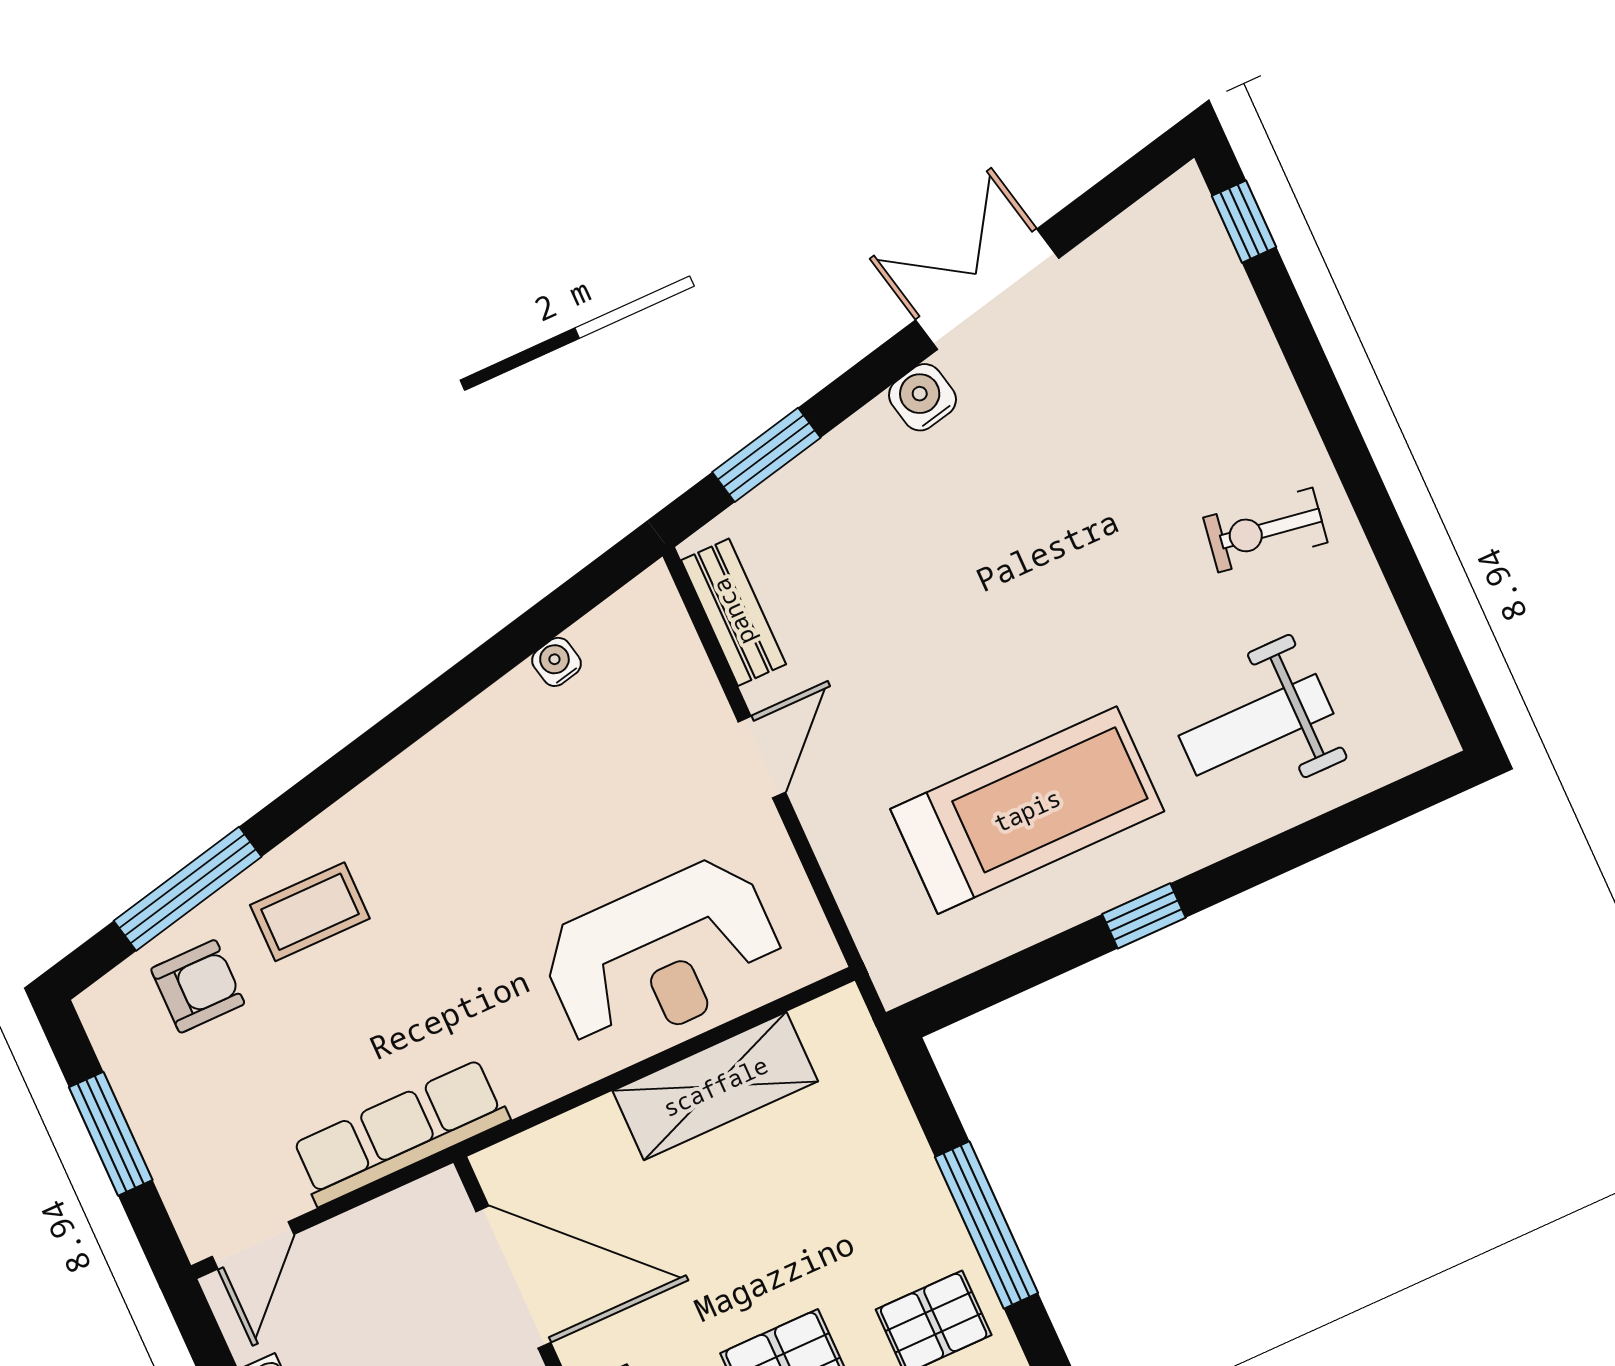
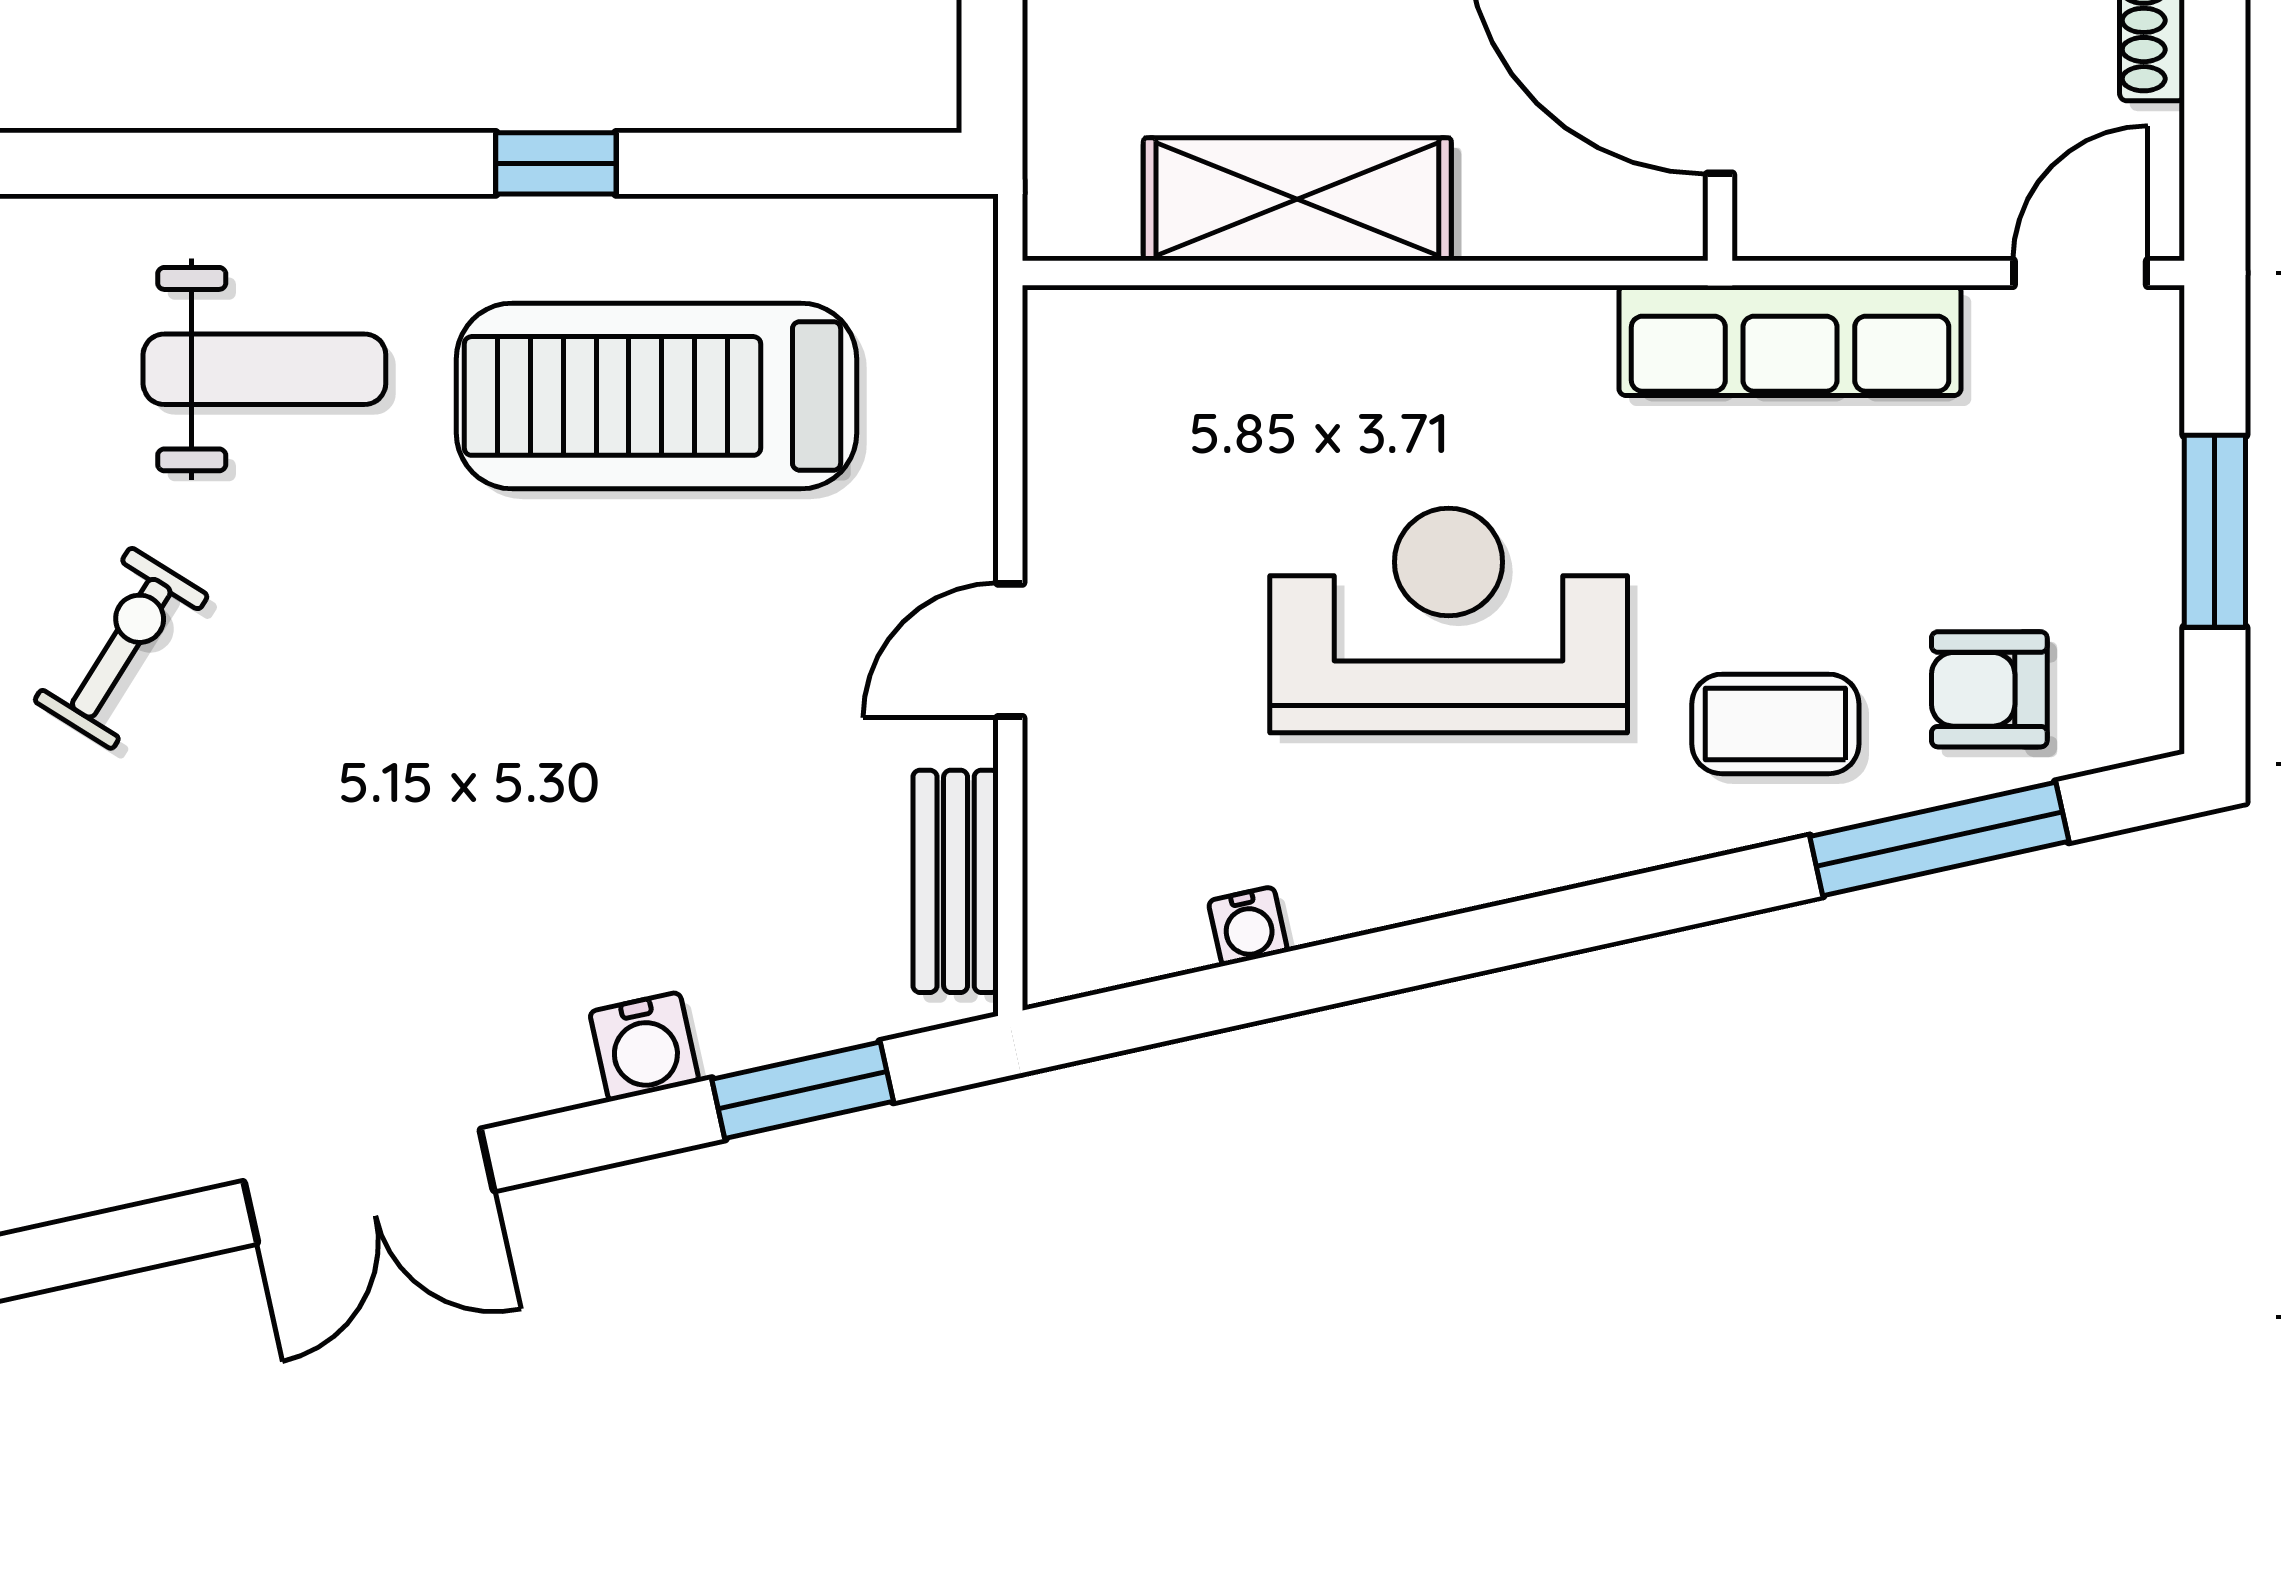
water cooler: (922, 397) -> (644, 1047), moved
exercise bike: (1265, 530) -> (121, 648), turned -67
reception desk: (662, 956) -> (1449, 620), moved

